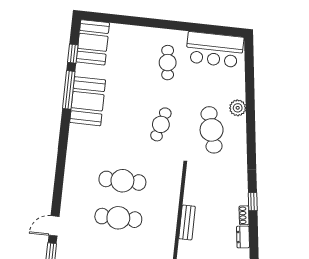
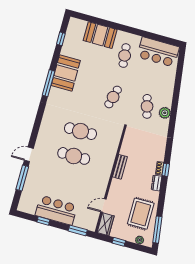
booth: (93, 42) -> (100, 35), moved, turned 90
window: (69, 90) -> (49, 83), moved
plant: (238, 108) -> (165, 113), moved
cafe table: (212, 130) -> (147, 106), width x0.73, depth x0.74
window: (253, 202) -> (166, 170), moved

